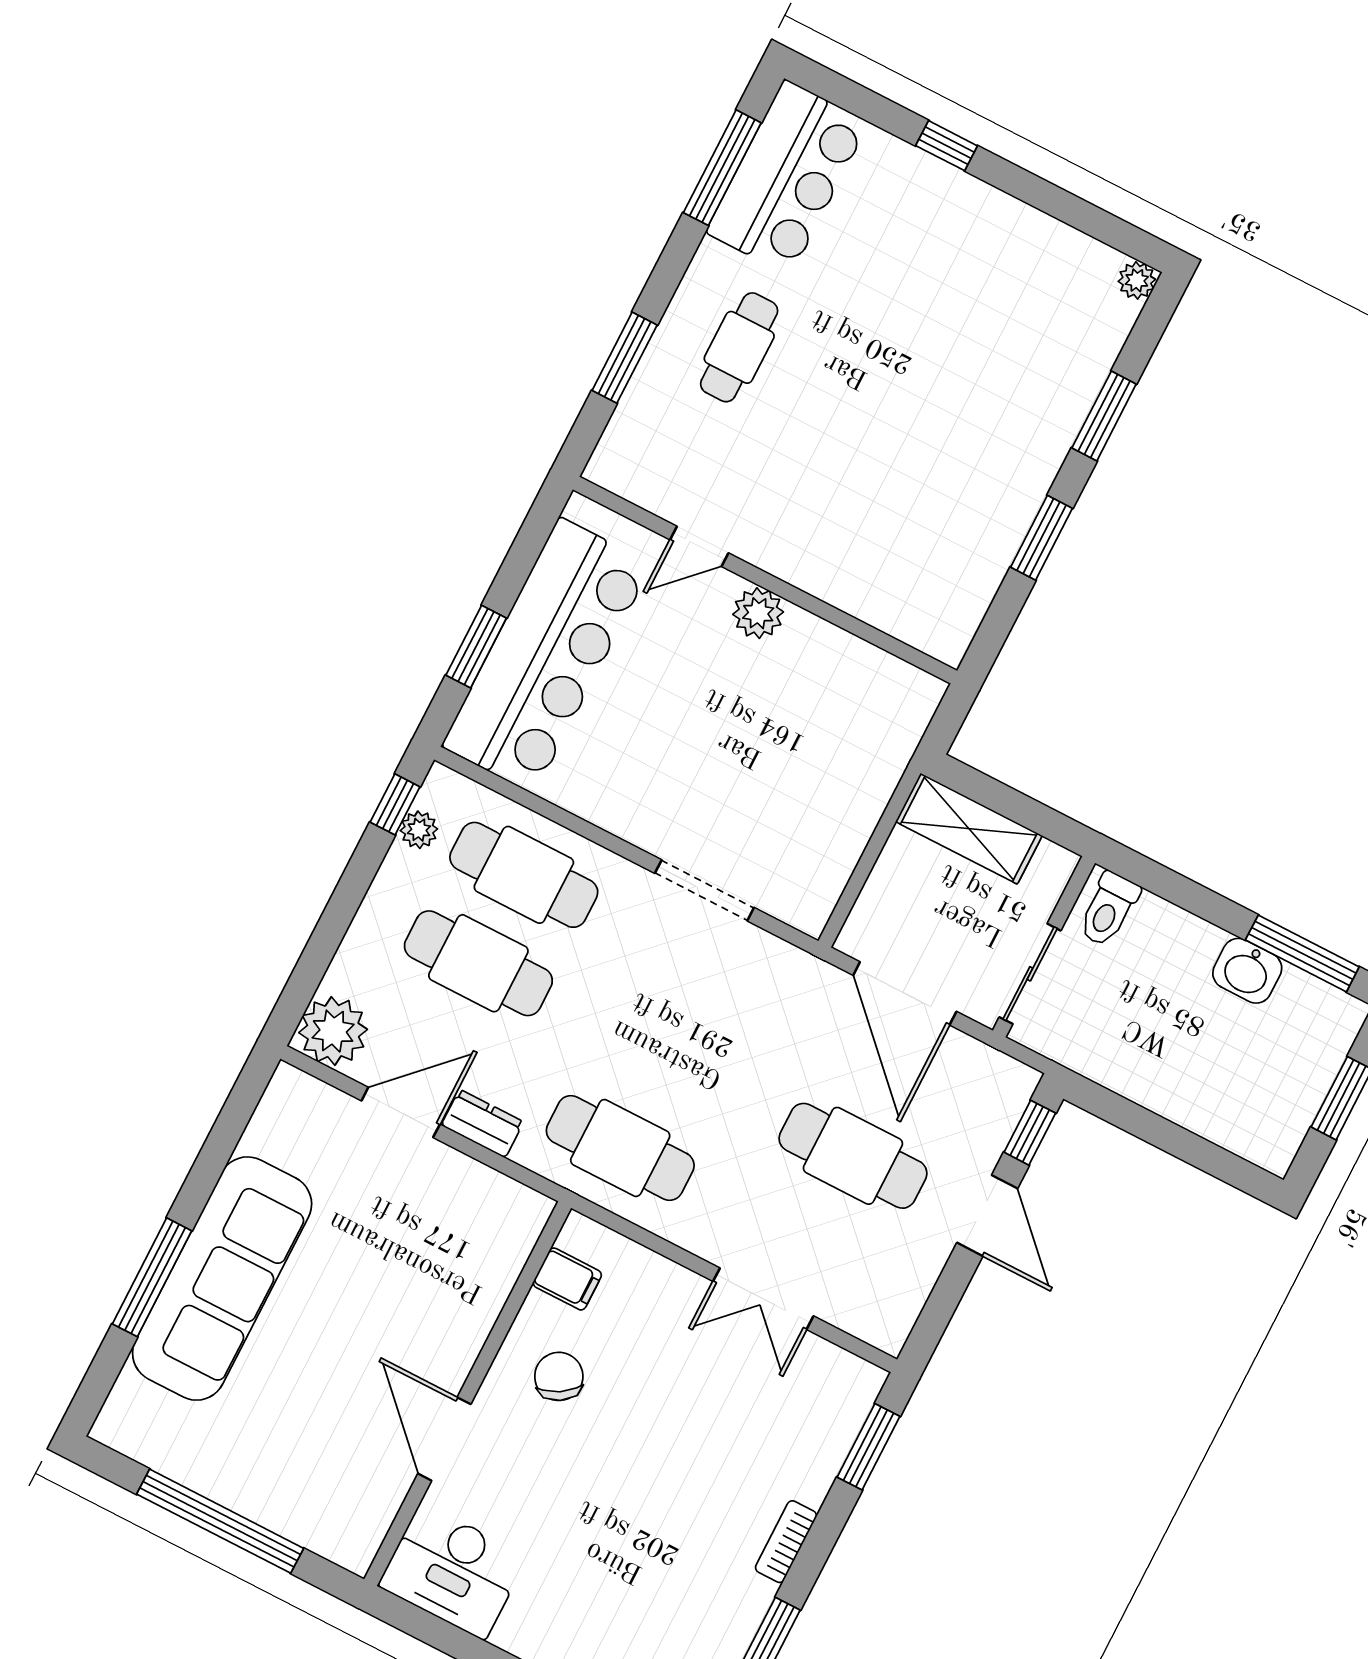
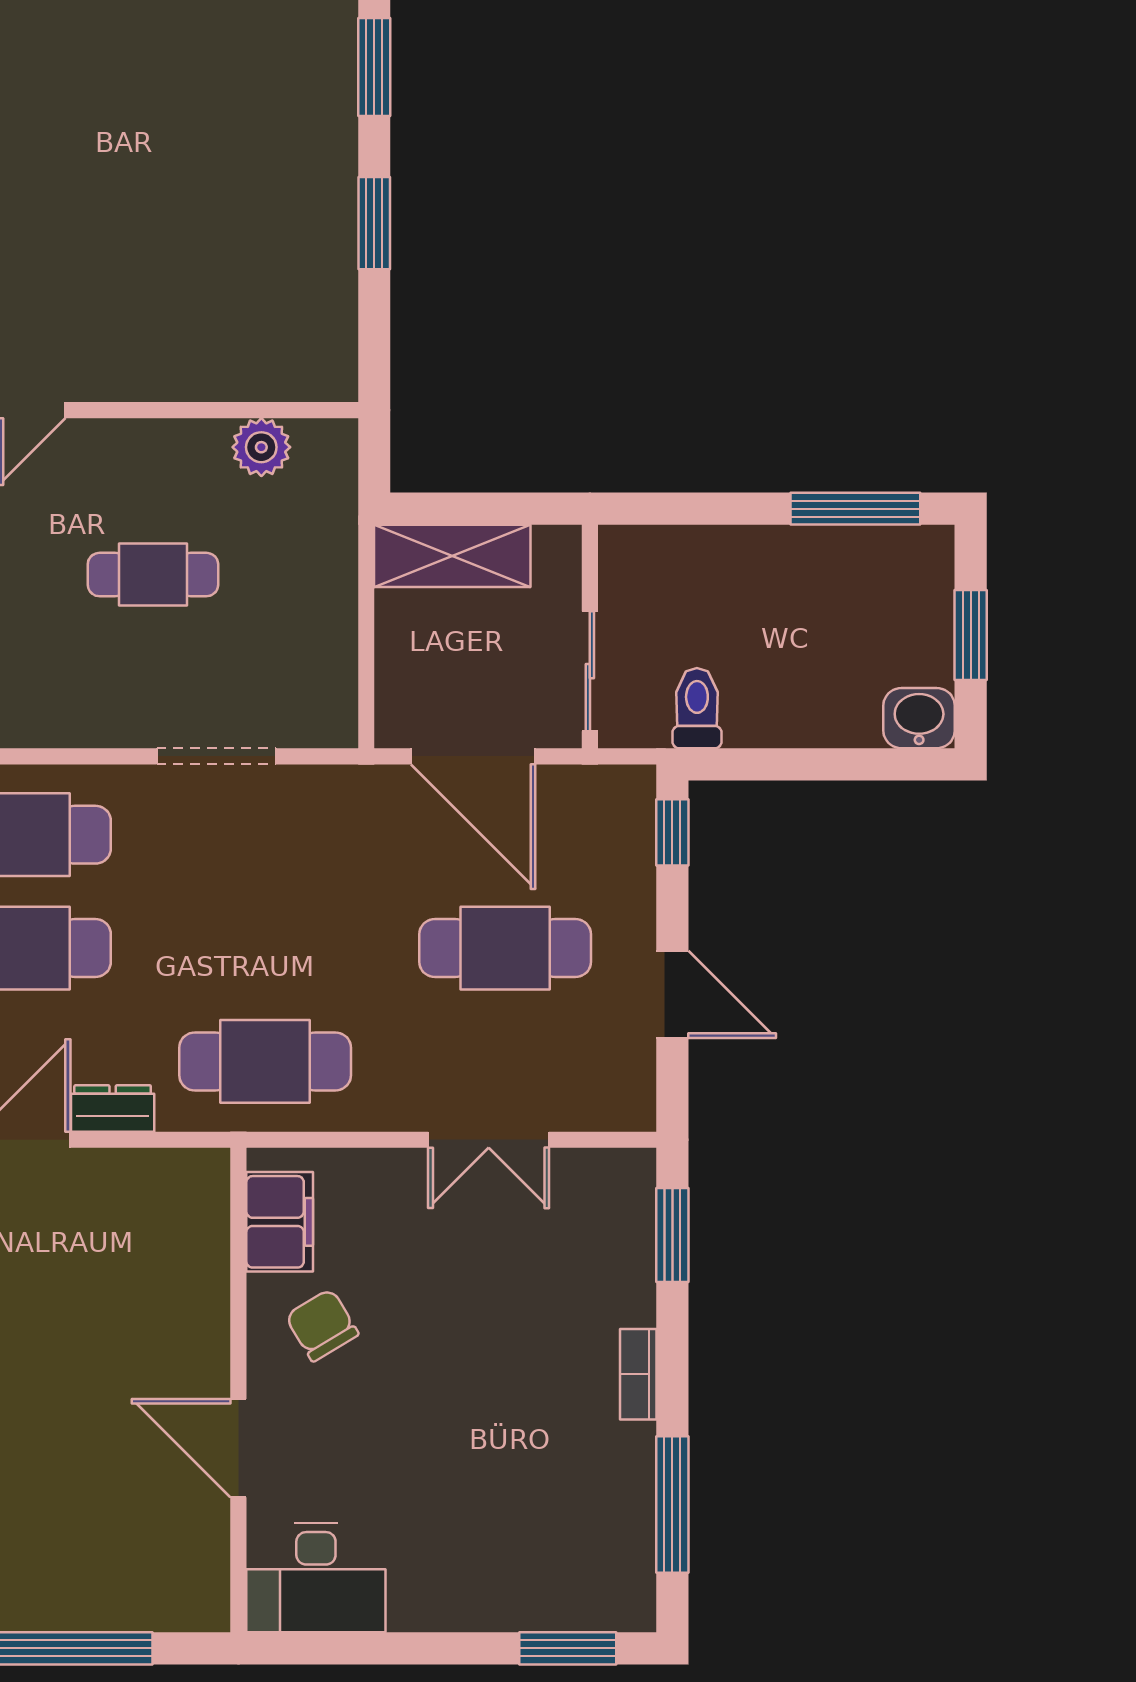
plant: (758, 613) -> (261, 447), moved
cafe table: (728, 723) -> (153, 575), added
toilet: (1109, 909) -> (697, 708), moved, turned 180
washbasin: (1247, 971) -> (919, 718), moved, turned 180
door: (987, 1216) -> (672, 994), moved
filing cabinet: (567, 1279) -> (280, 1222), width x2.00

